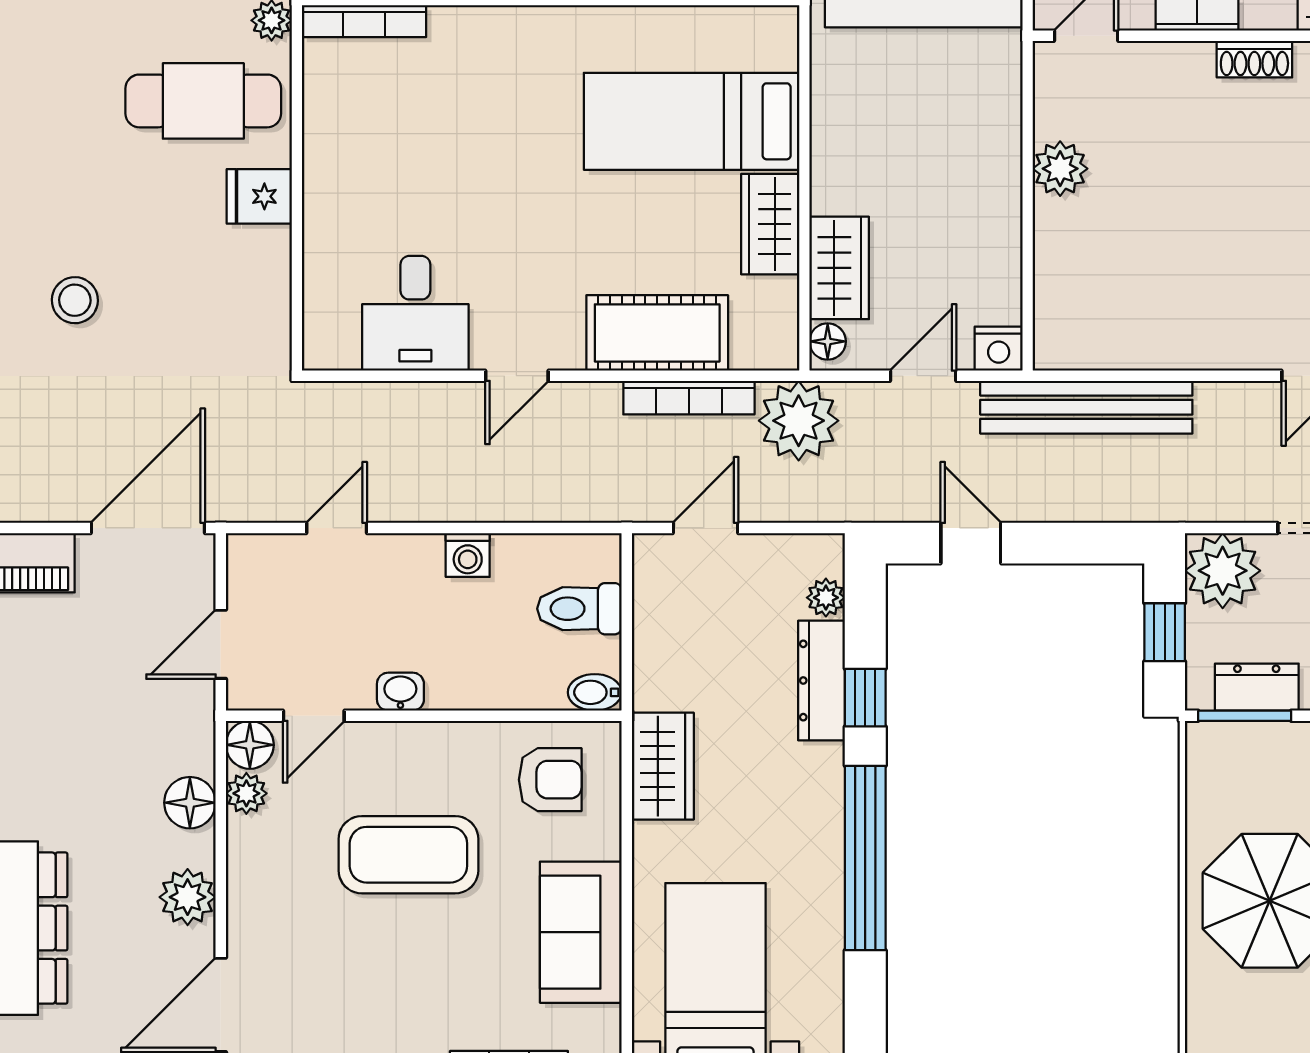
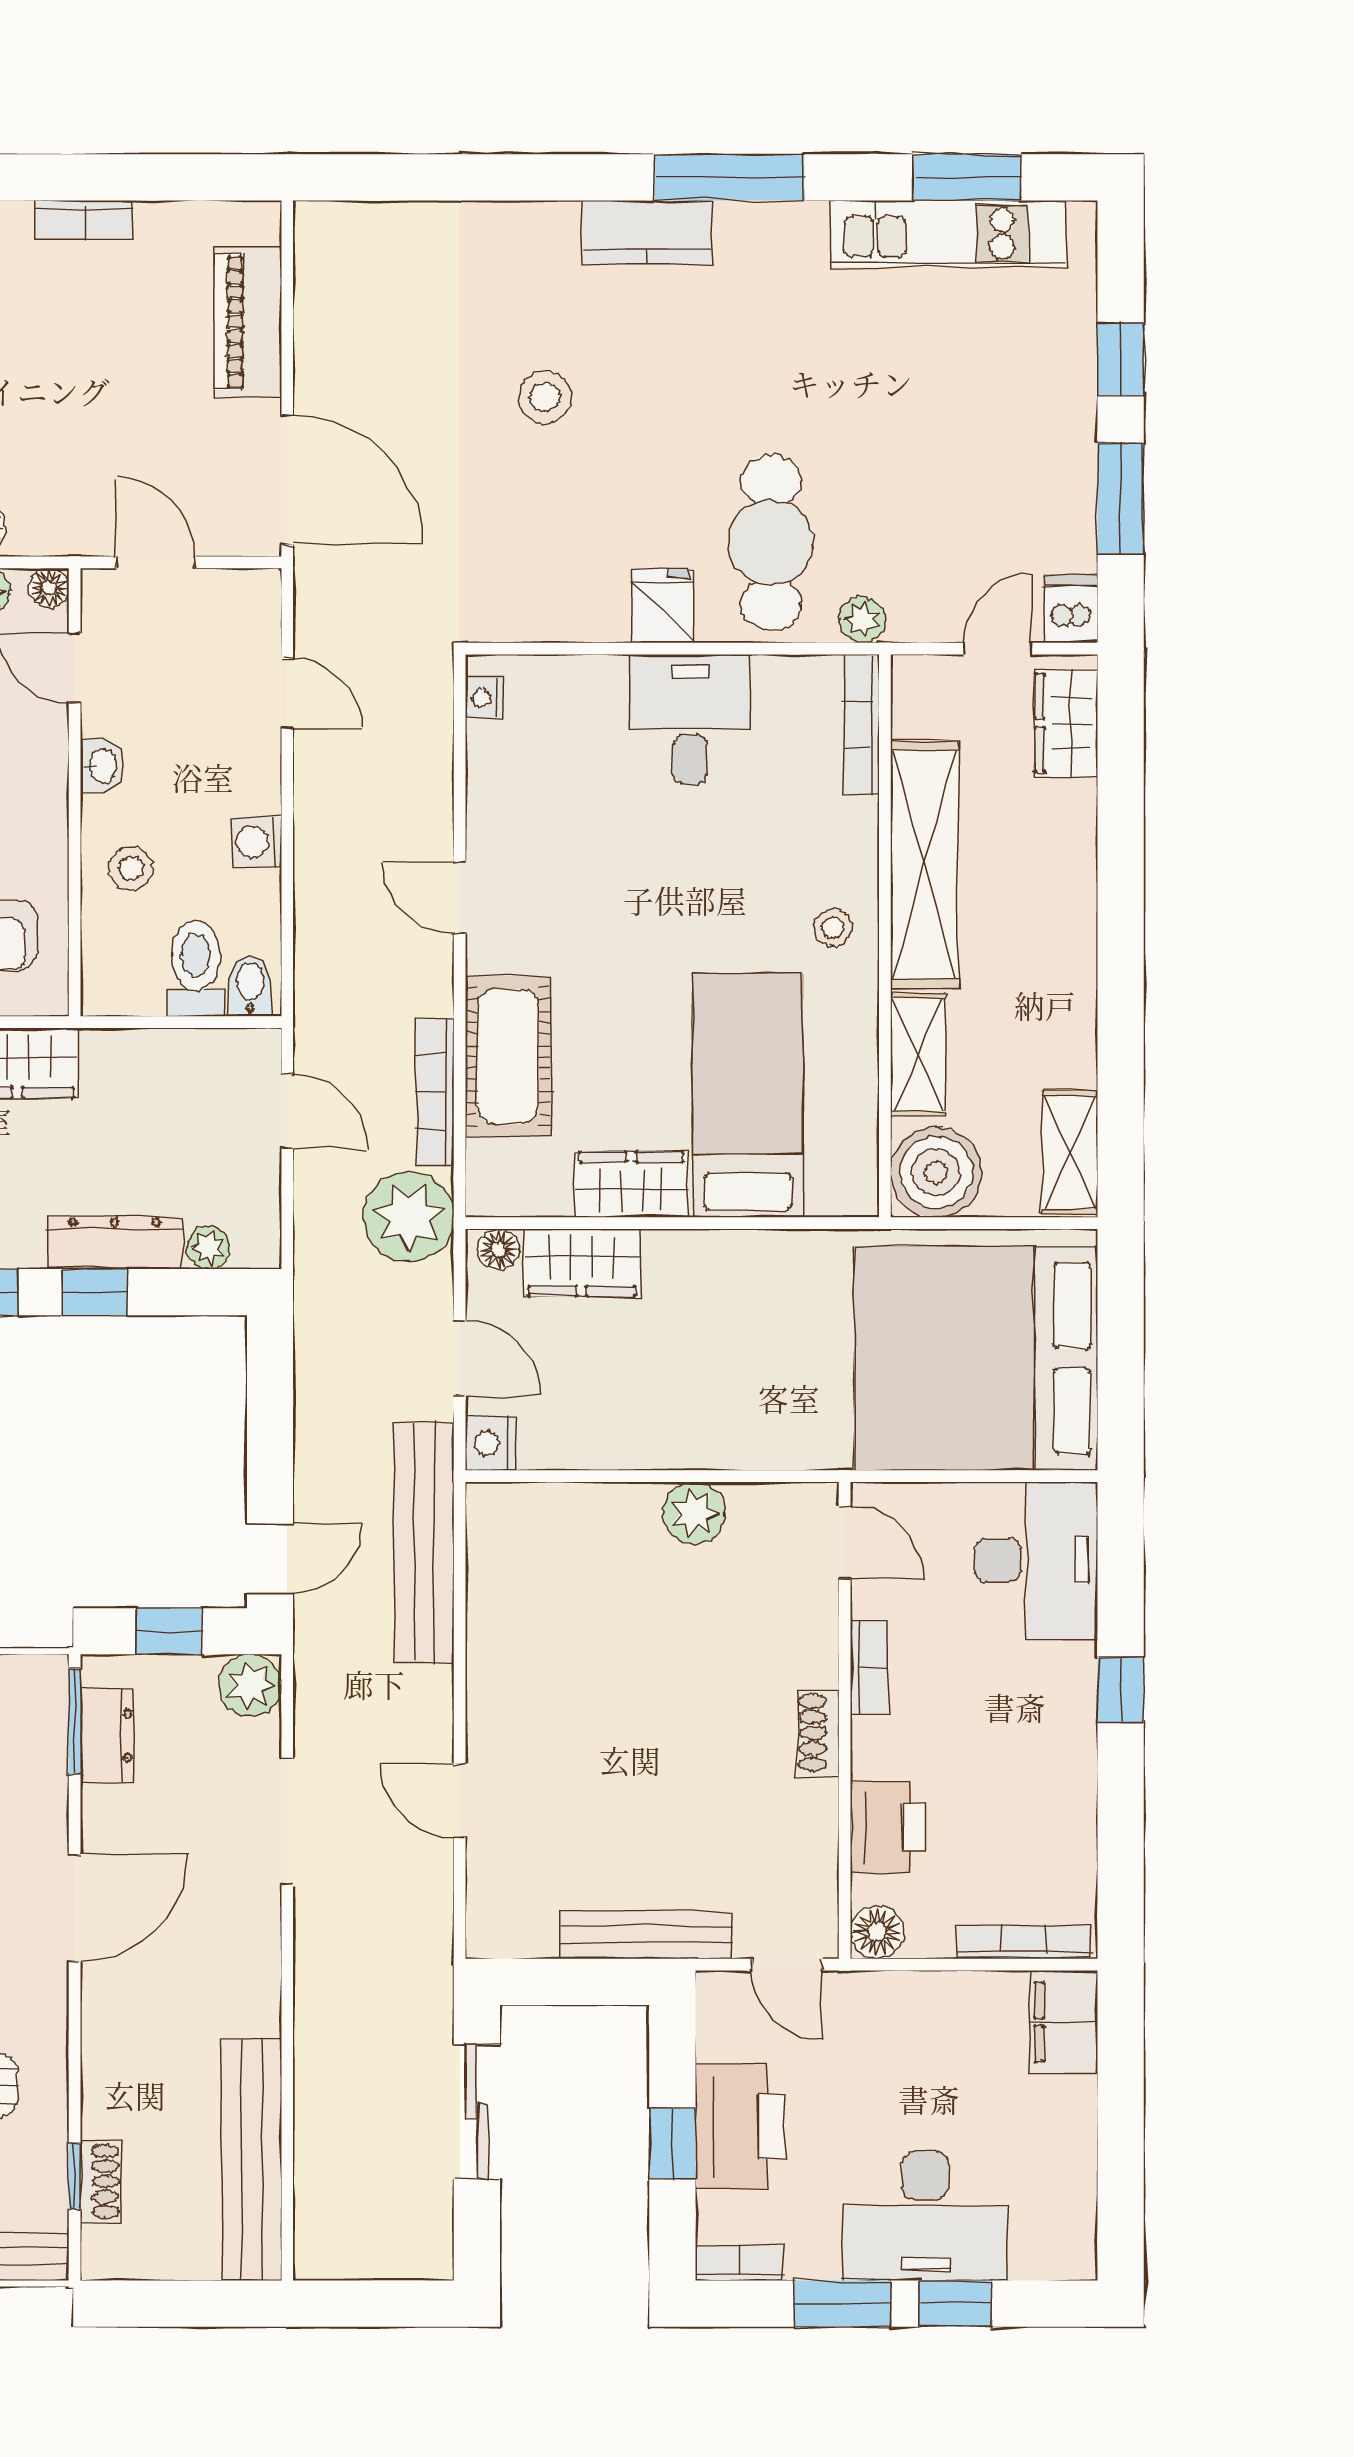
stool: (543, 46) -> (833, 927), added
desk: (415, 313) -> (690, 719), moved, turned 90
nightstand: (340, 354) -> (484, 698), added
door: (971, 543) -> (270, 1558), moved
plant: (1223, 571) -> (250, 1686), width x0.73, depth x0.73
stool: (491, 666) -> (131, 868), added
bidet: (595, 692) -> (250, 986), moved
floor lamp: (250, 745) -> (49, 588), width x0.73, depth x0.73

